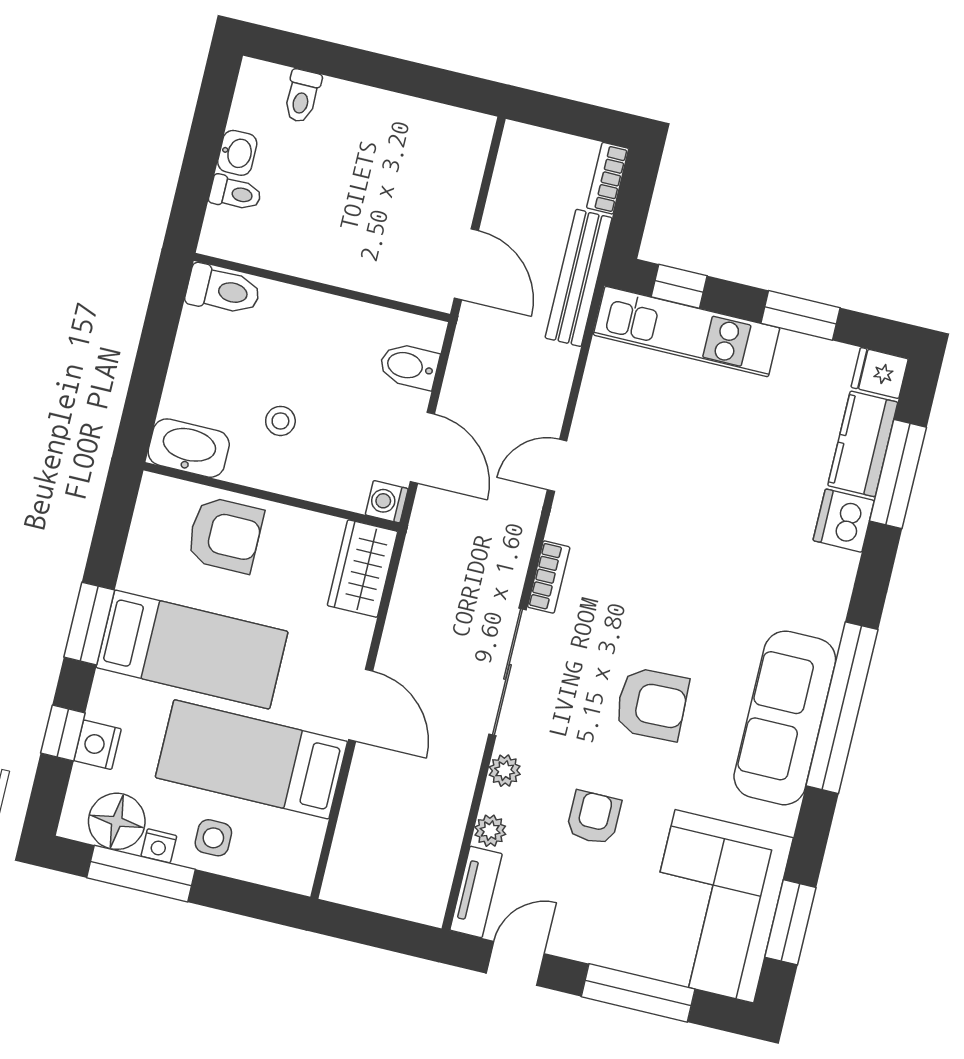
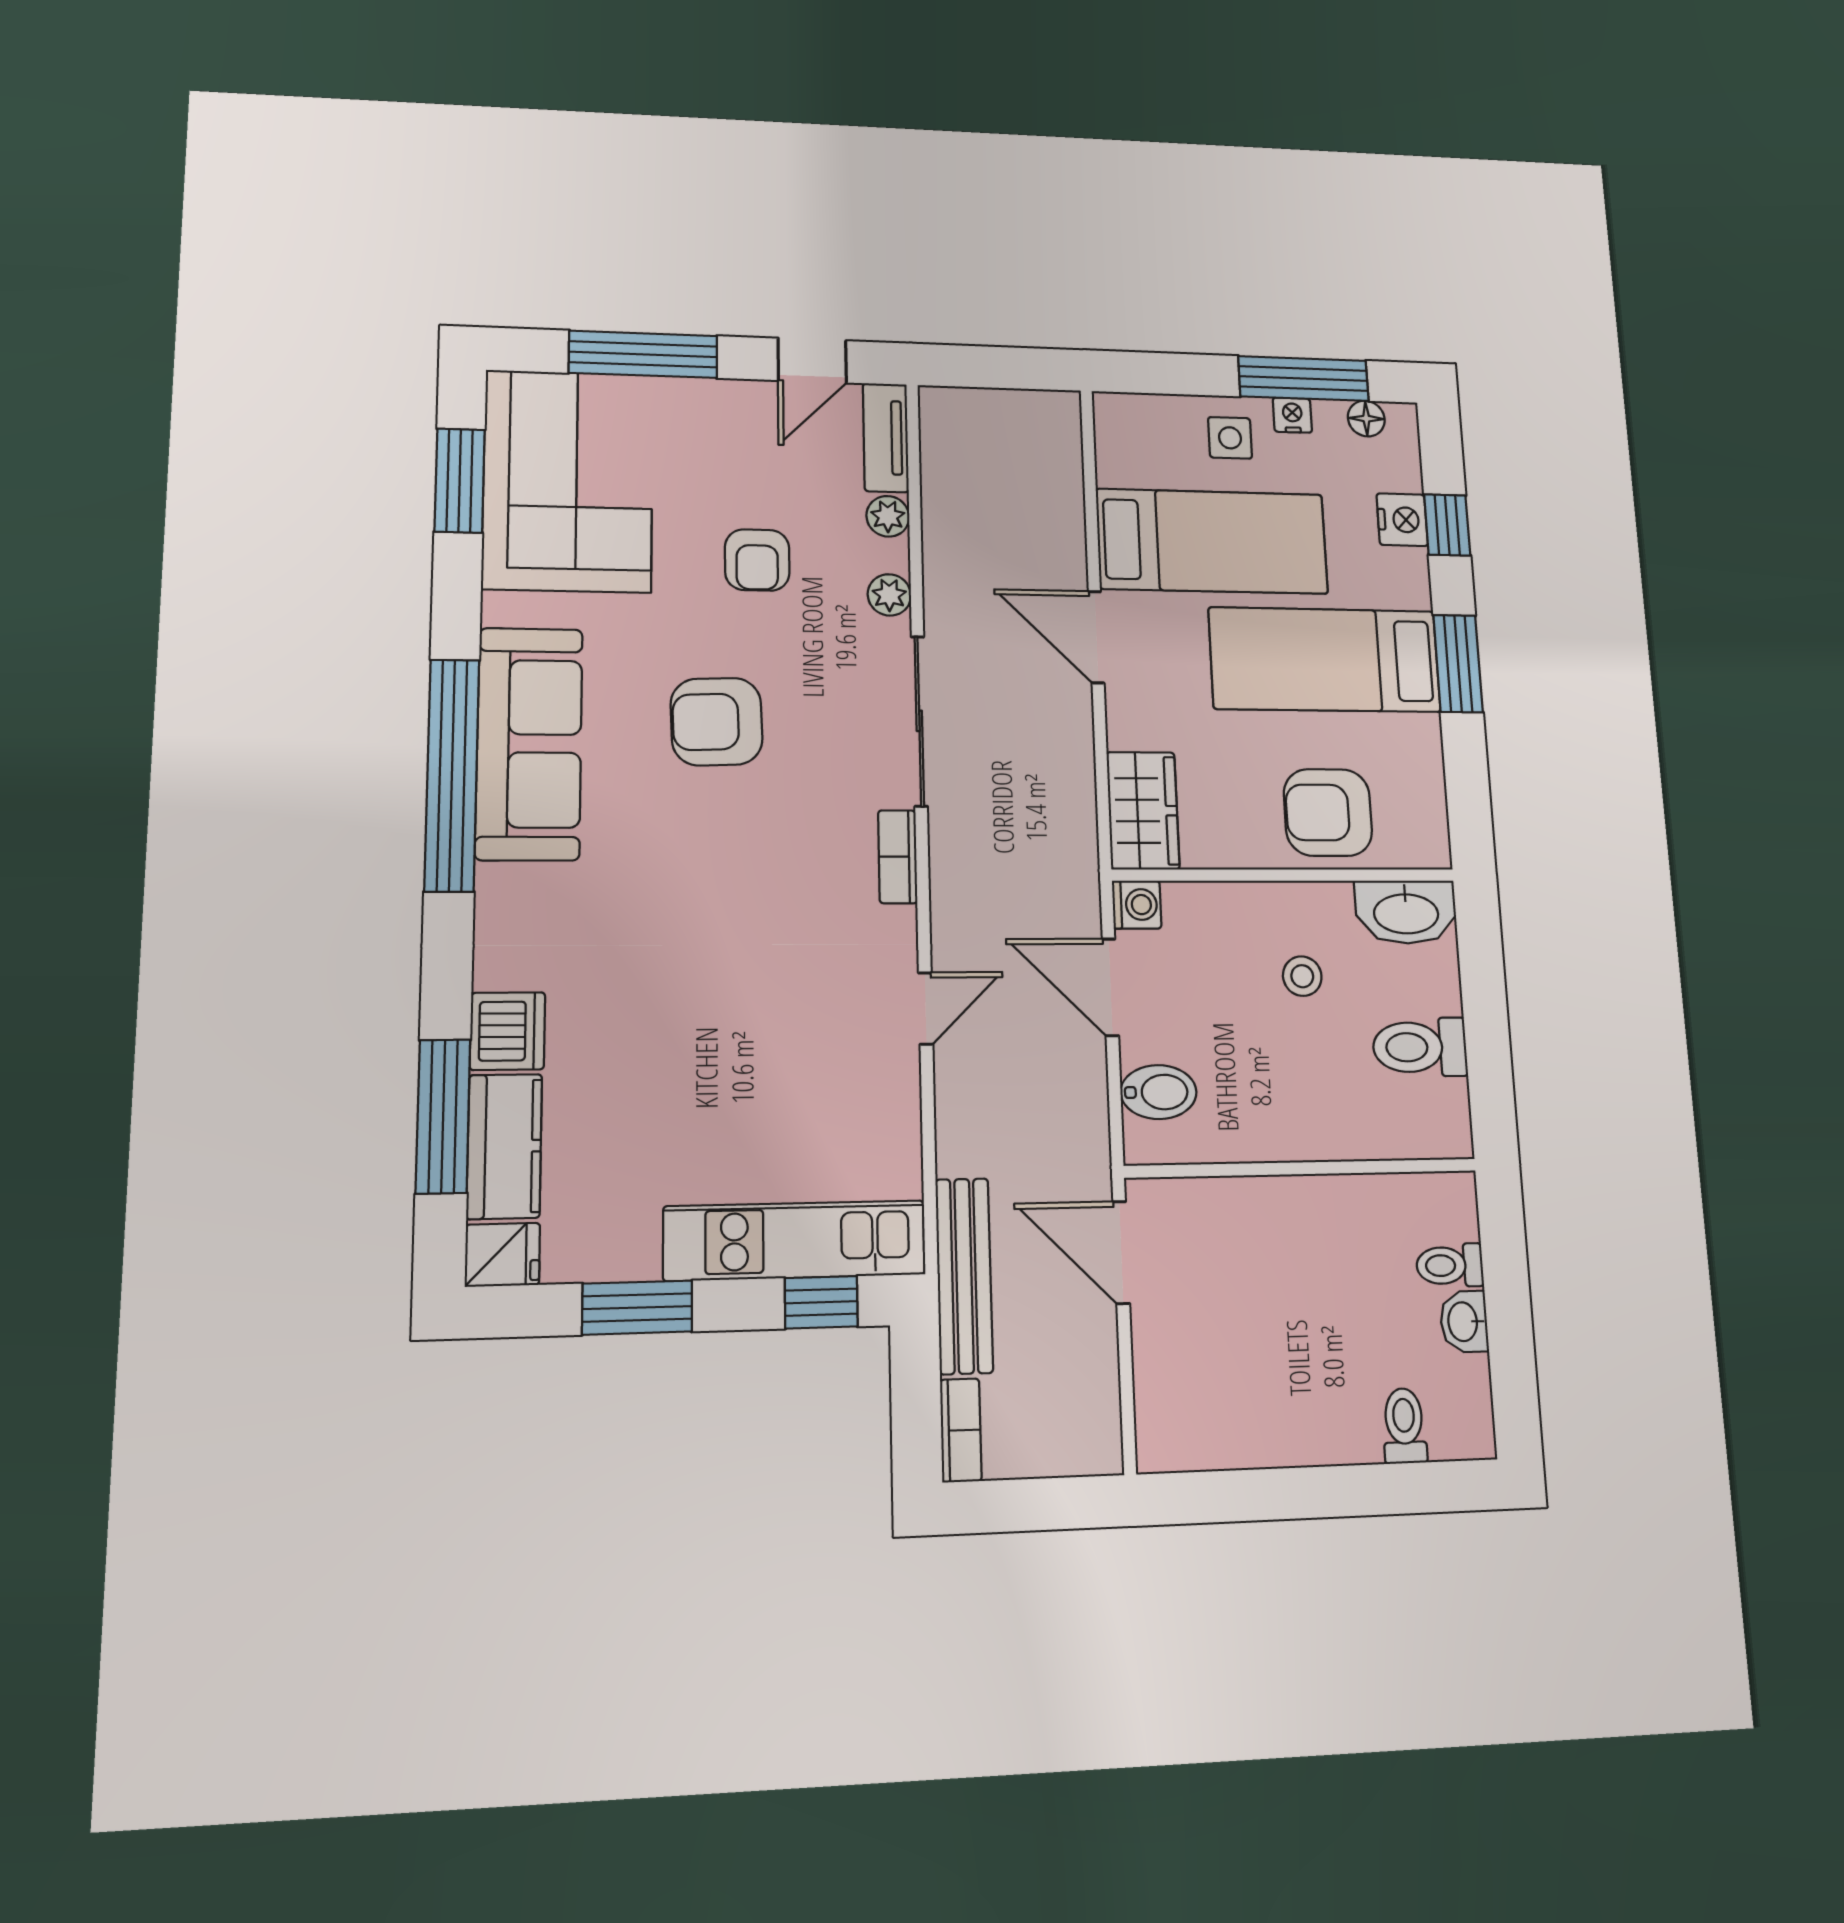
toilet: (223, 290) -> (1420, 1047), moved
floor lamp: (117, 821) -> (1366, 419), width x0.53, depth x0.53

